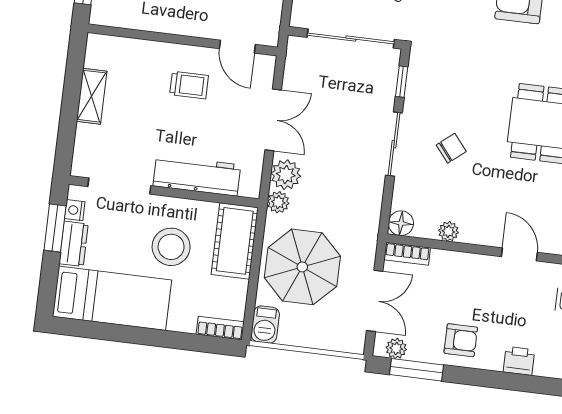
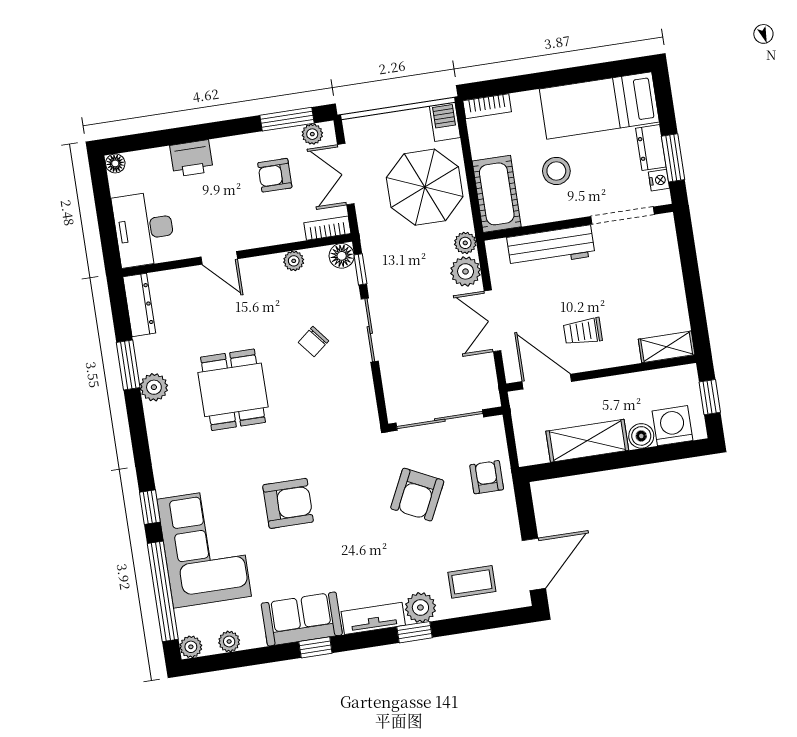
door: (237, 47) -> (547, 382), width x1.38
window: (402, 82) -> (360, 269), moved
shelving: (92, 96) -> (667, 347), moved, turned 90
stool: (171, 247) -> (556, 171), width x0.73, depth x0.73
armchair: (461, 340) -> (275, 175), moved
printer: (519, 361) -> (191, 158), width x1.36, depth x1.24

